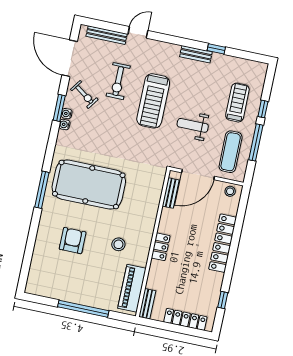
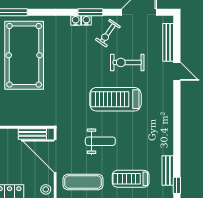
window: (216, 49) -> (177, 185), moved
bench: (196, 54) -> (168, 170), moved
treadmill: (237, 103) -> (131, 179), turned 180
weight bench: (193, 125) -> (100, 141), turned 90

